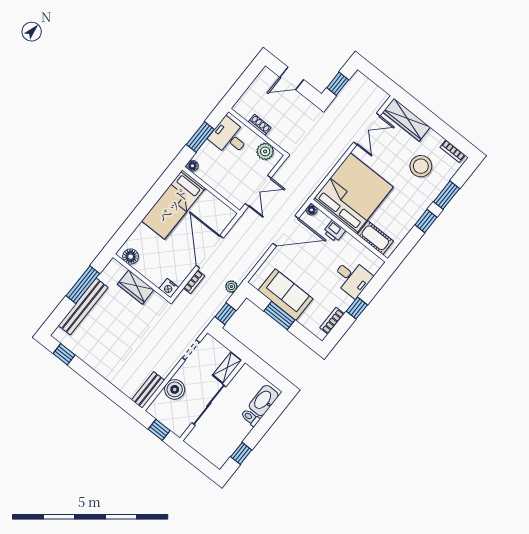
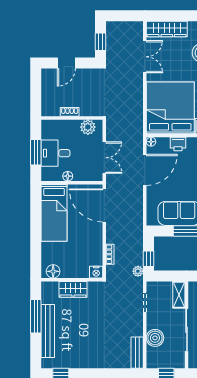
desk: (229, 137) -> (56, 153), moved
floor lamp: (192, 166) -> (68, 176), moved
door: (210, 252) -> (104, 205), moved
plant: (231, 287) -> (138, 271), moved

